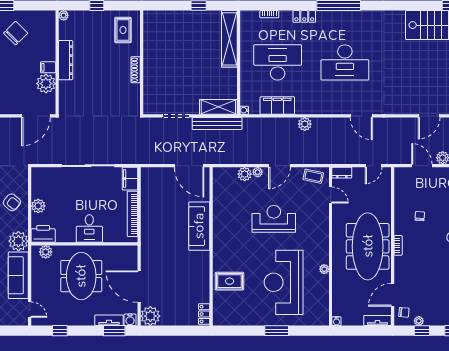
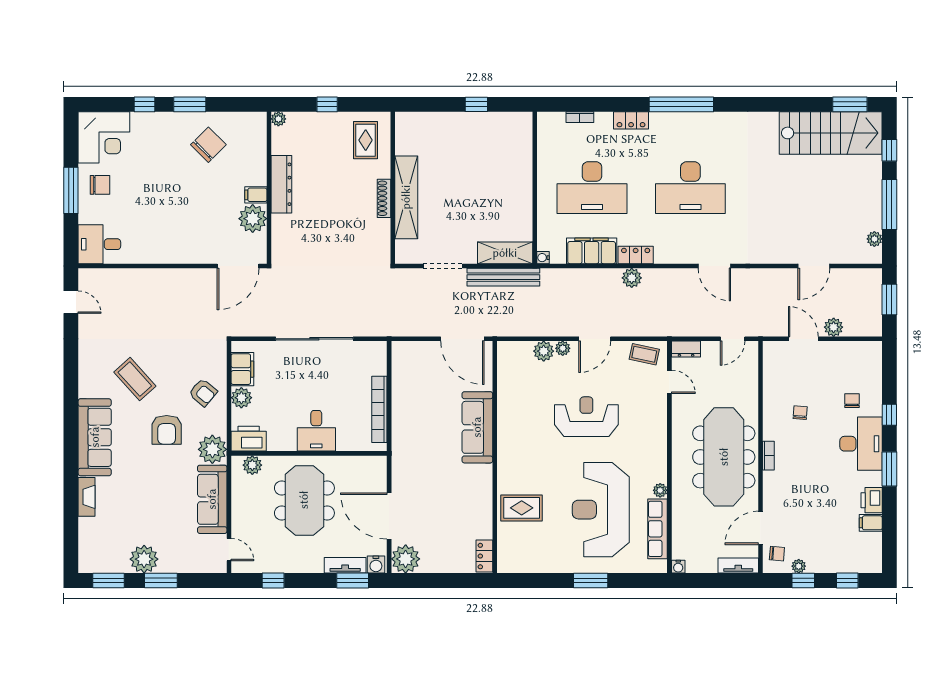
shelving: (229, 39) -> (406, 197), moved
desk: (278, 62) -> (592, 188), turned 180
locker: (307, 108) -> (636, 255), added
filing cabinet: (130, 179) -> (242, 369), moved, turned 180
row of seats: (322, 295) -> (658, 529), added

